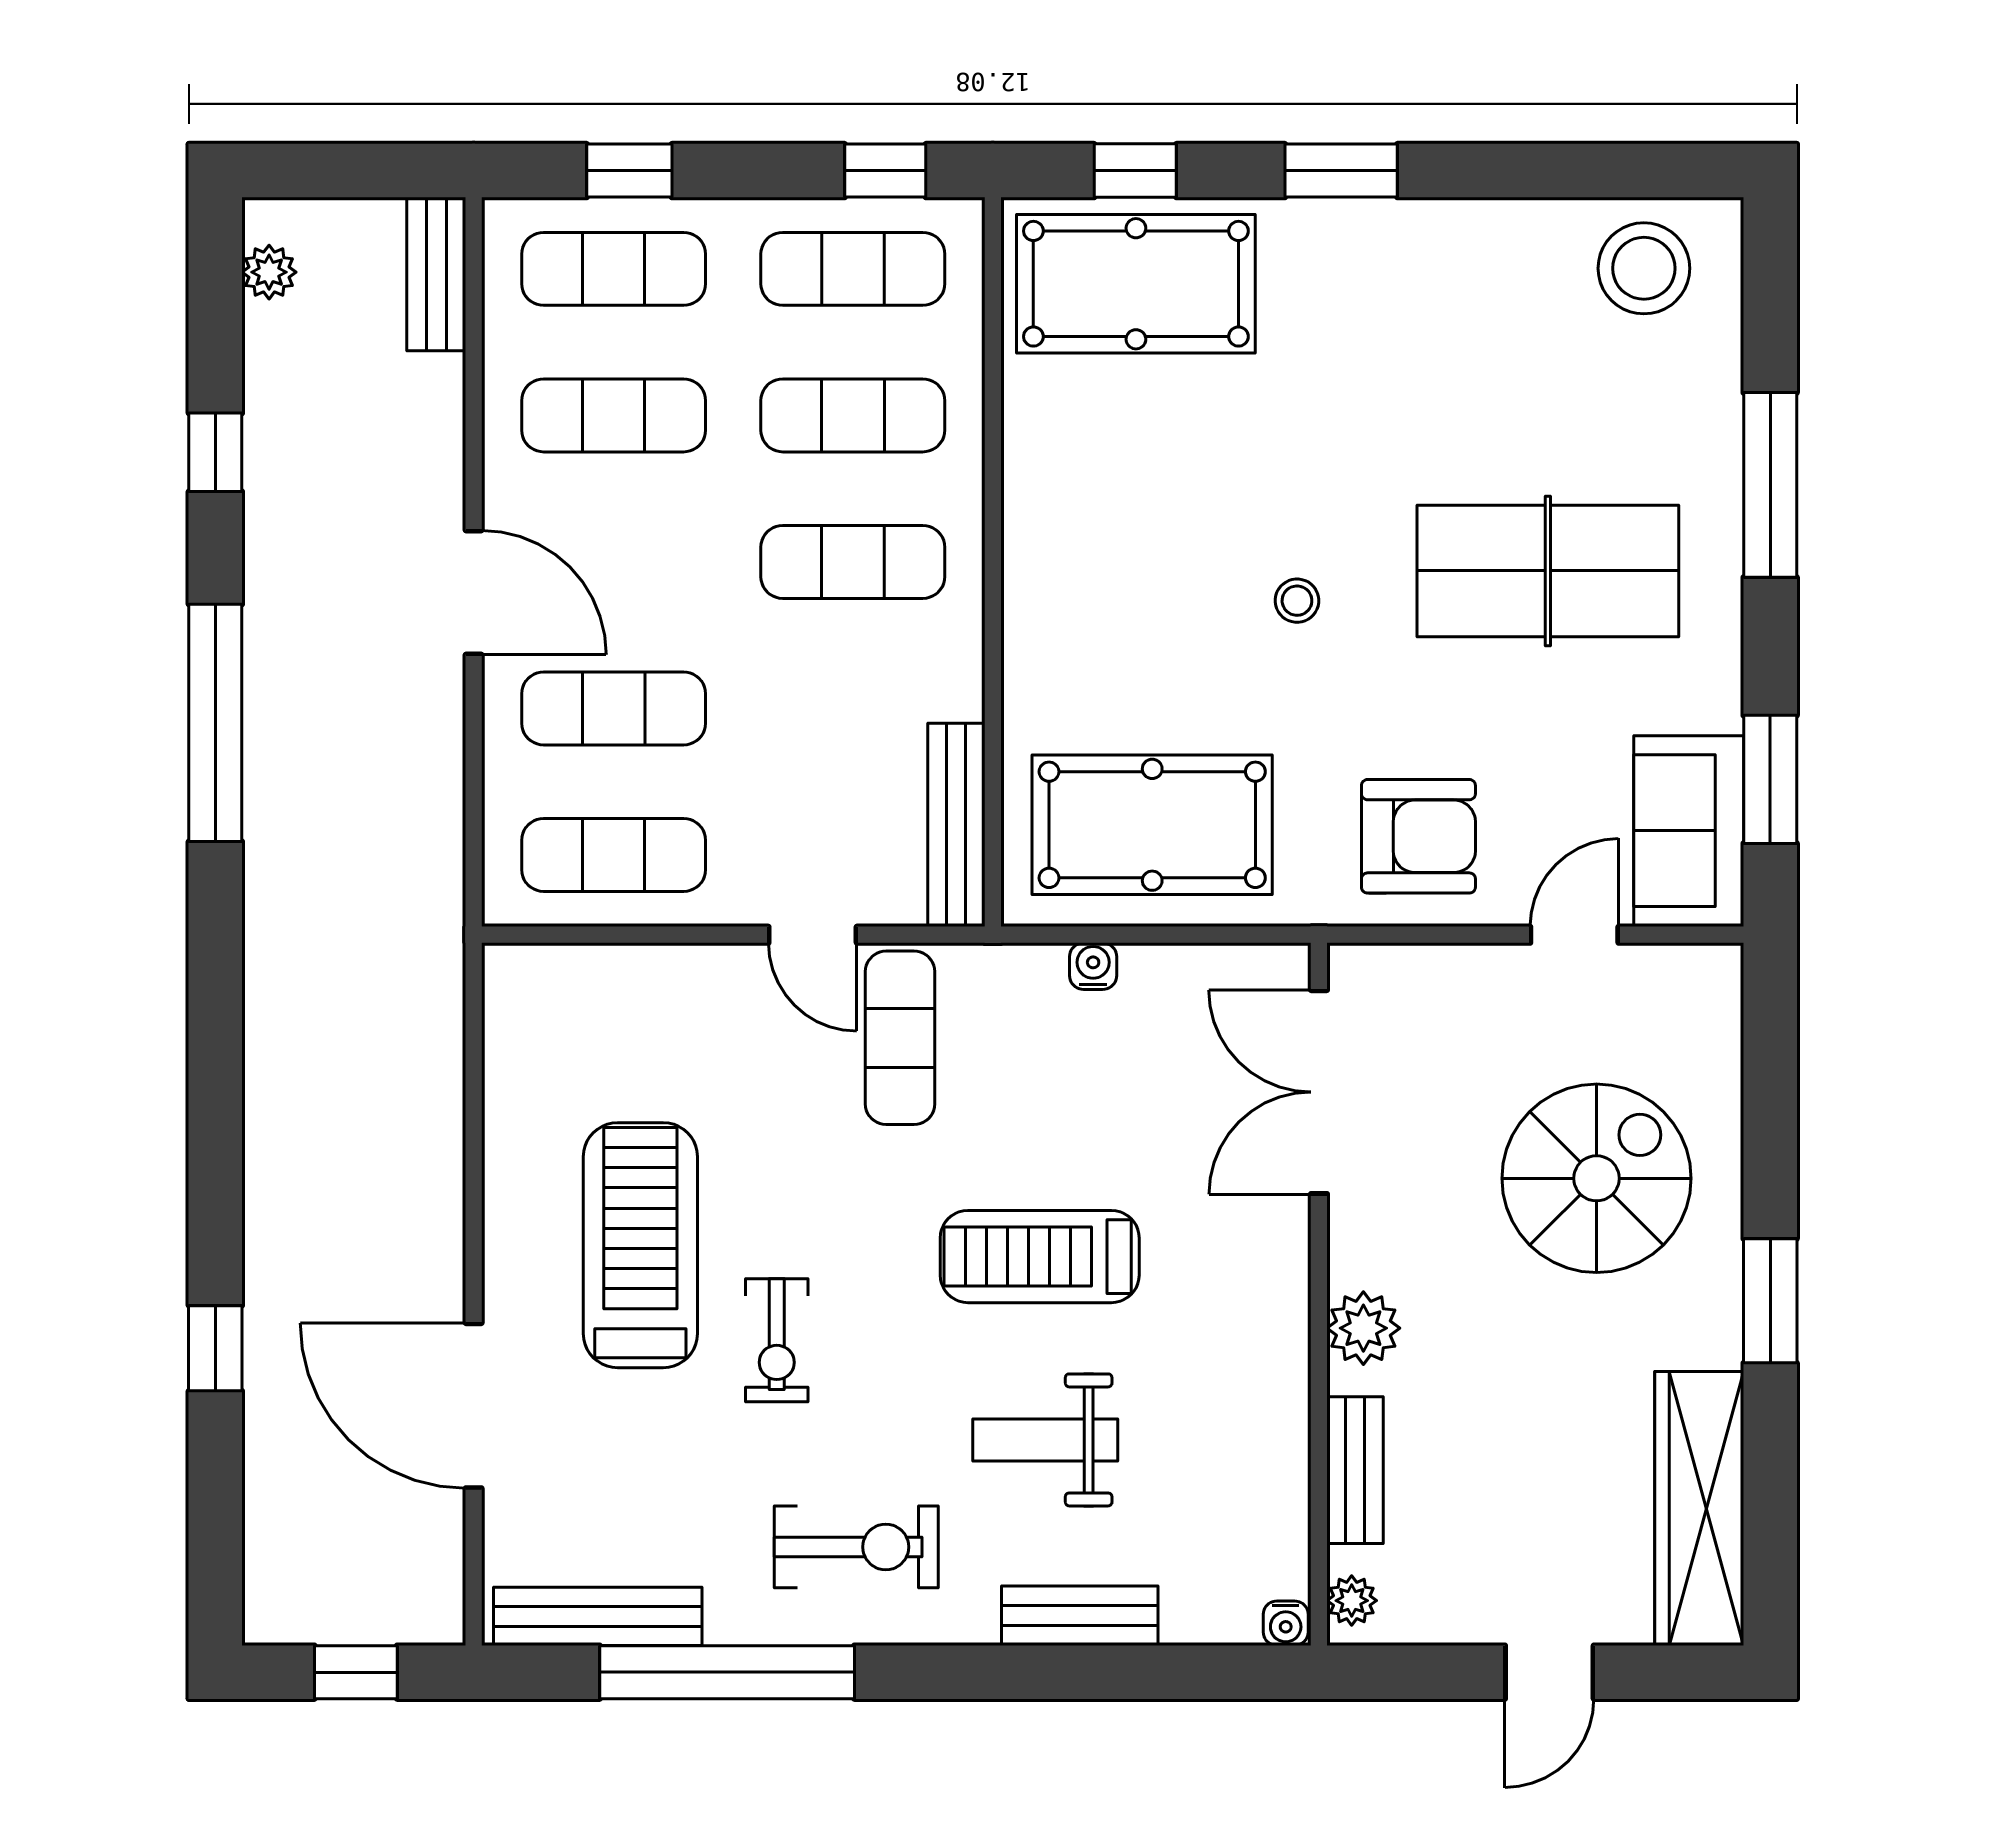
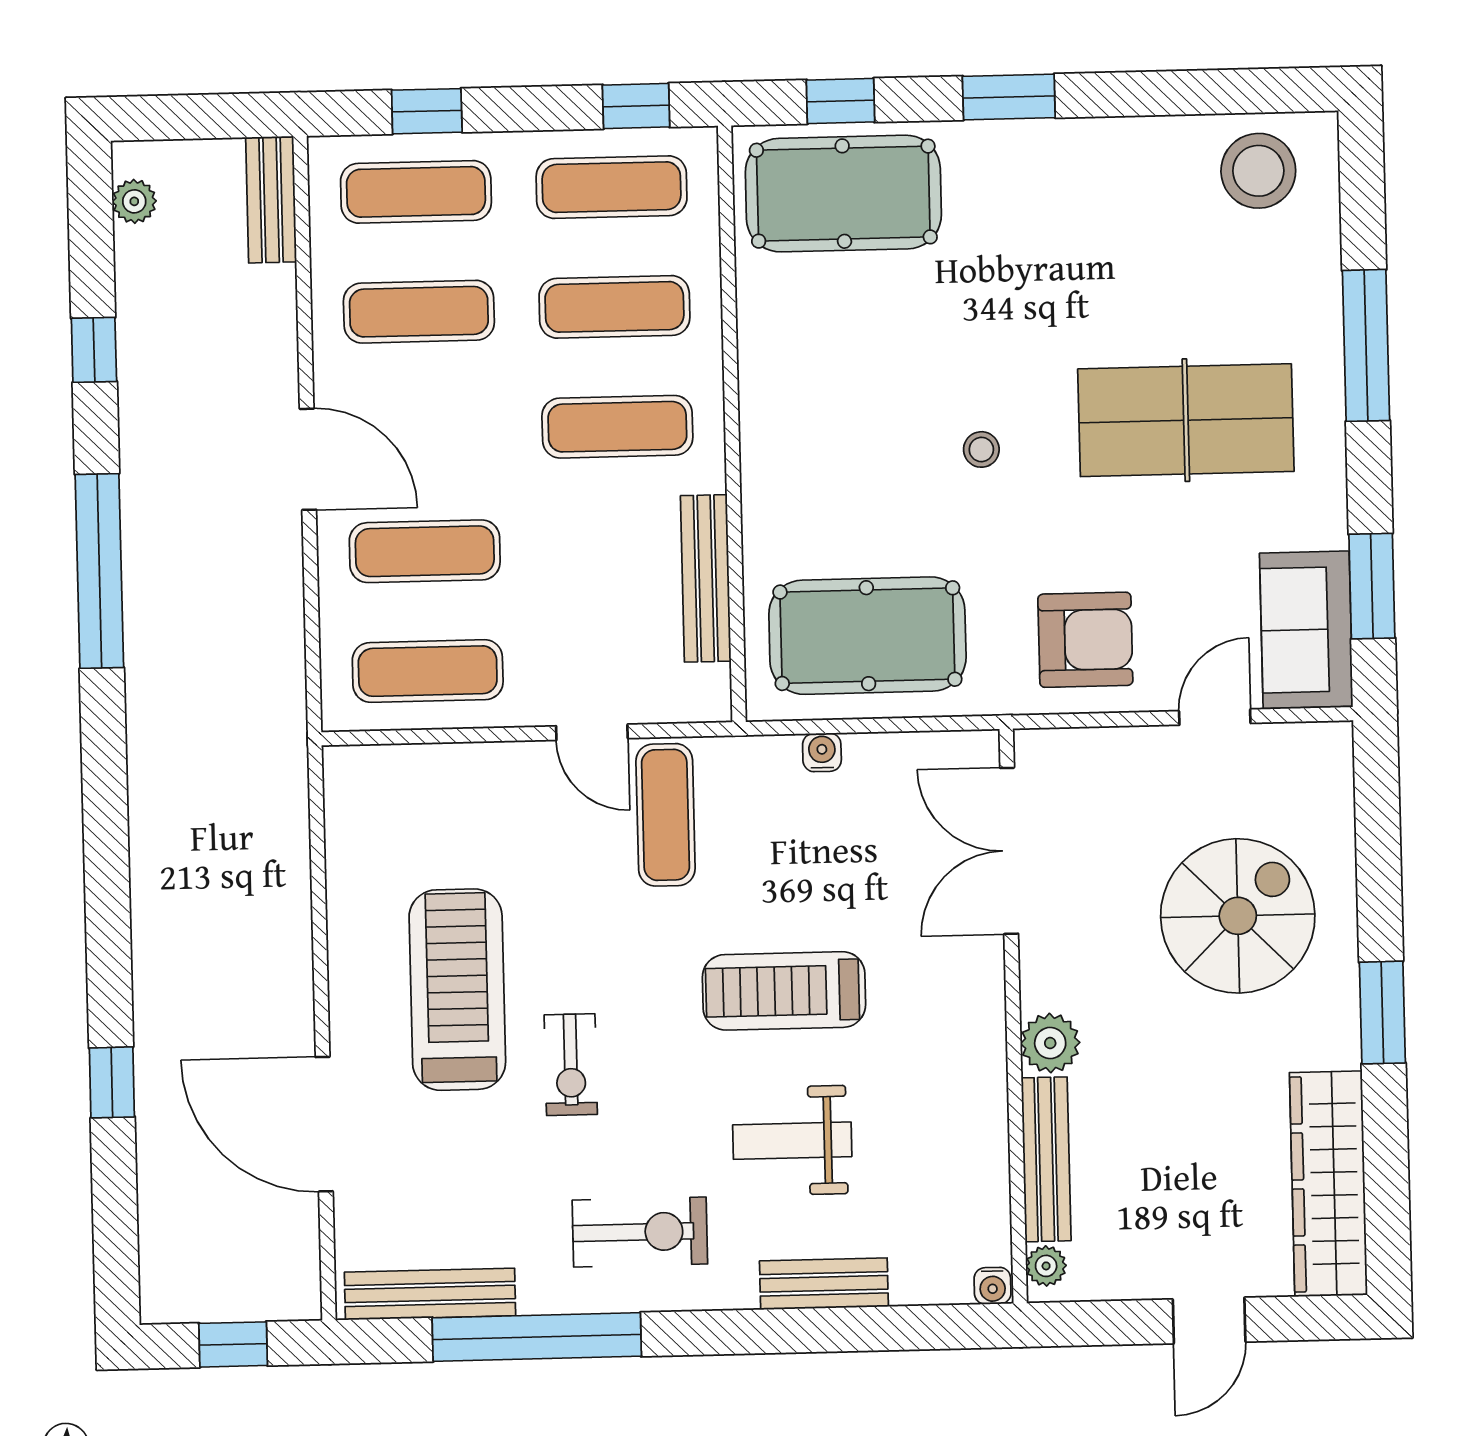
bench: (956, 825) -> (706, 578), moved
bench: (1355, 1470) -> (1046, 1159), width x1.36

